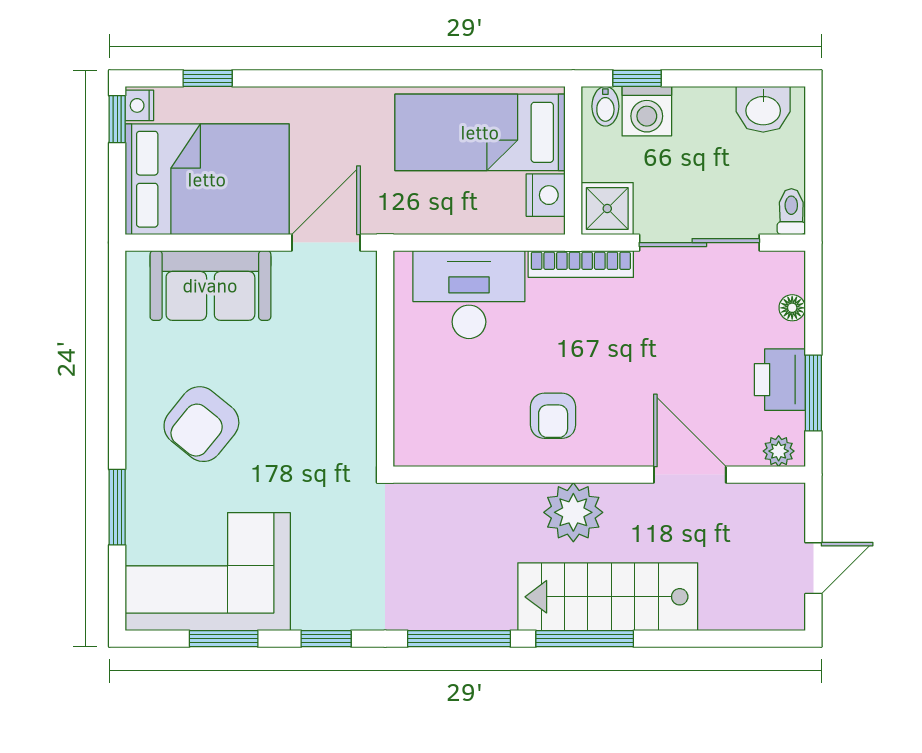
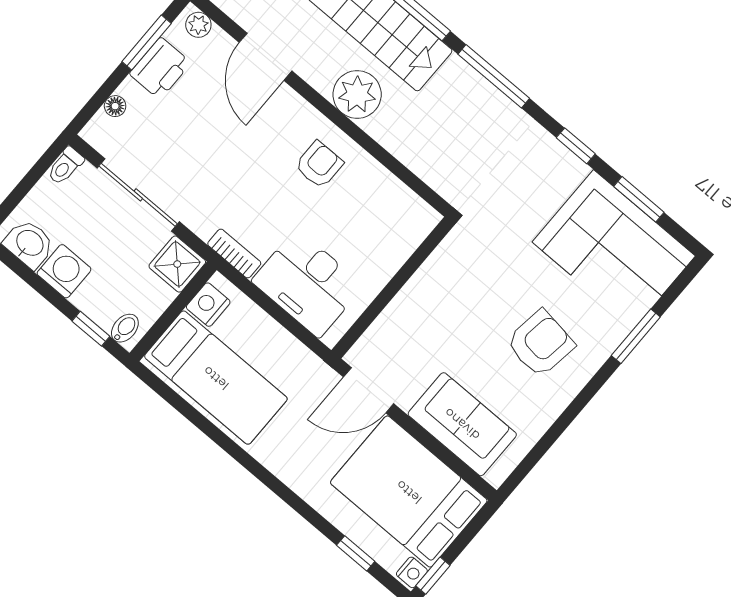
washing machine: (647, 111) -> (64, 271), moved
bookcase: (581, 264) -> (234, 254), width x0.64
armchair: (201, 424) -> (540, 343), turned -31

